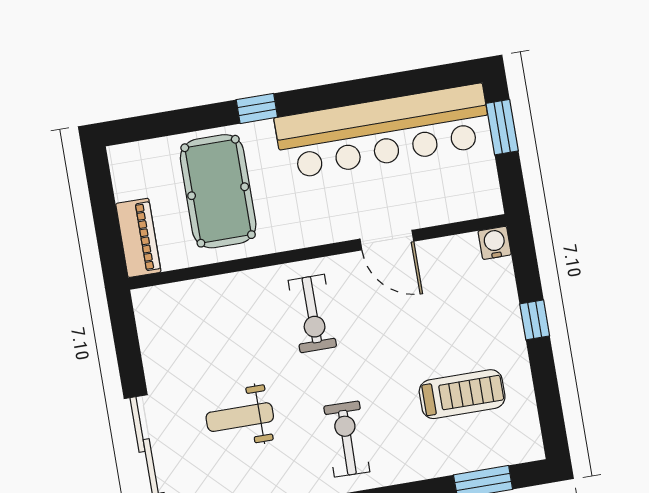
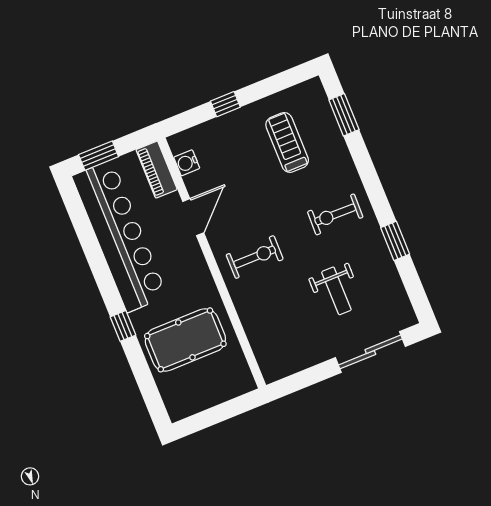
piano: (138, 238) -> (157, 170), moved, turned -90
water cooler: (495, 243) -> (187, 163), moved

